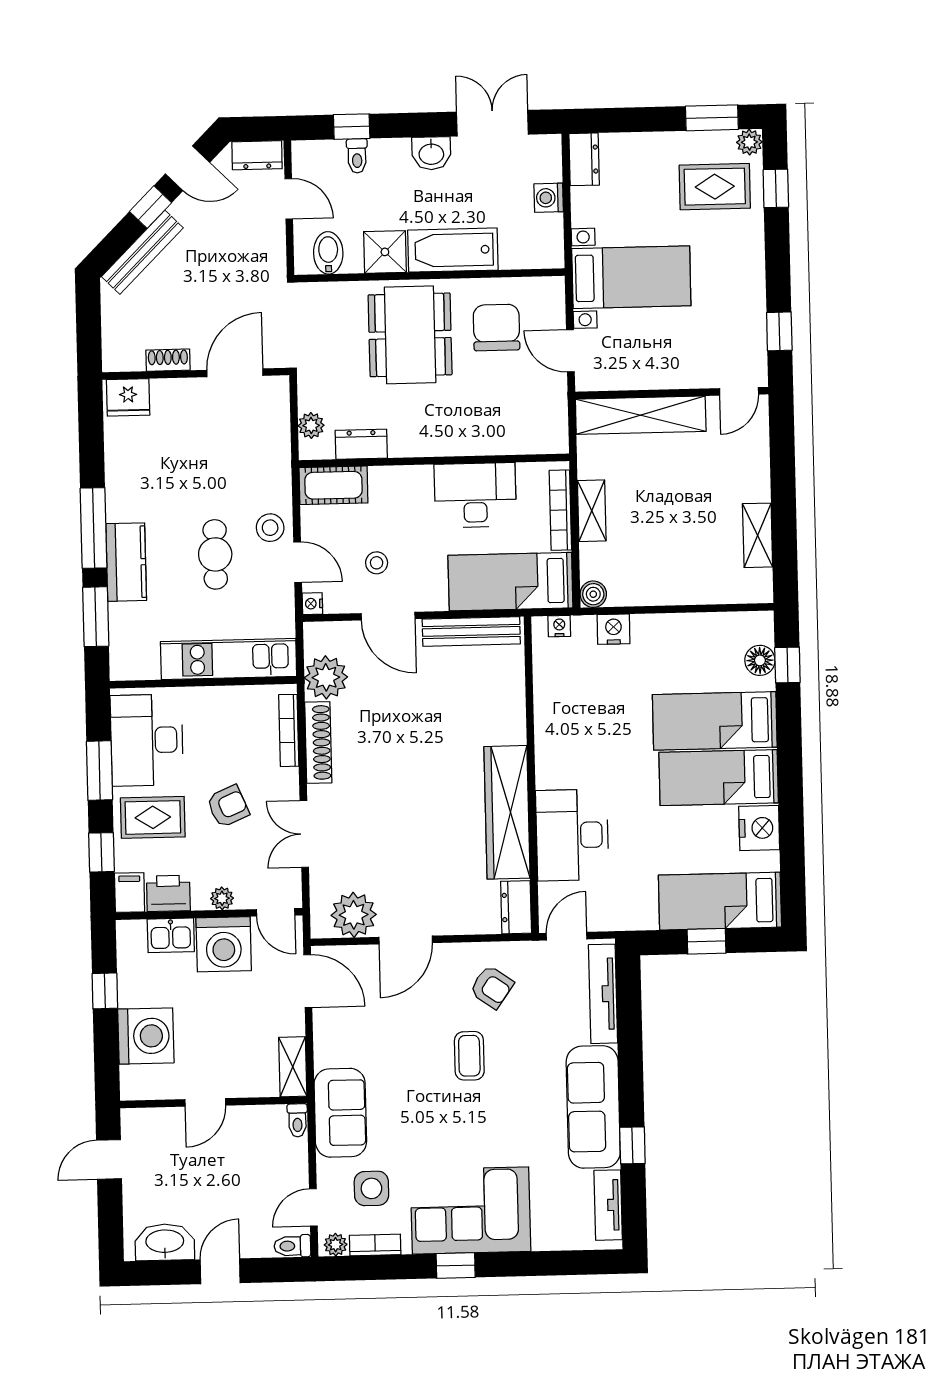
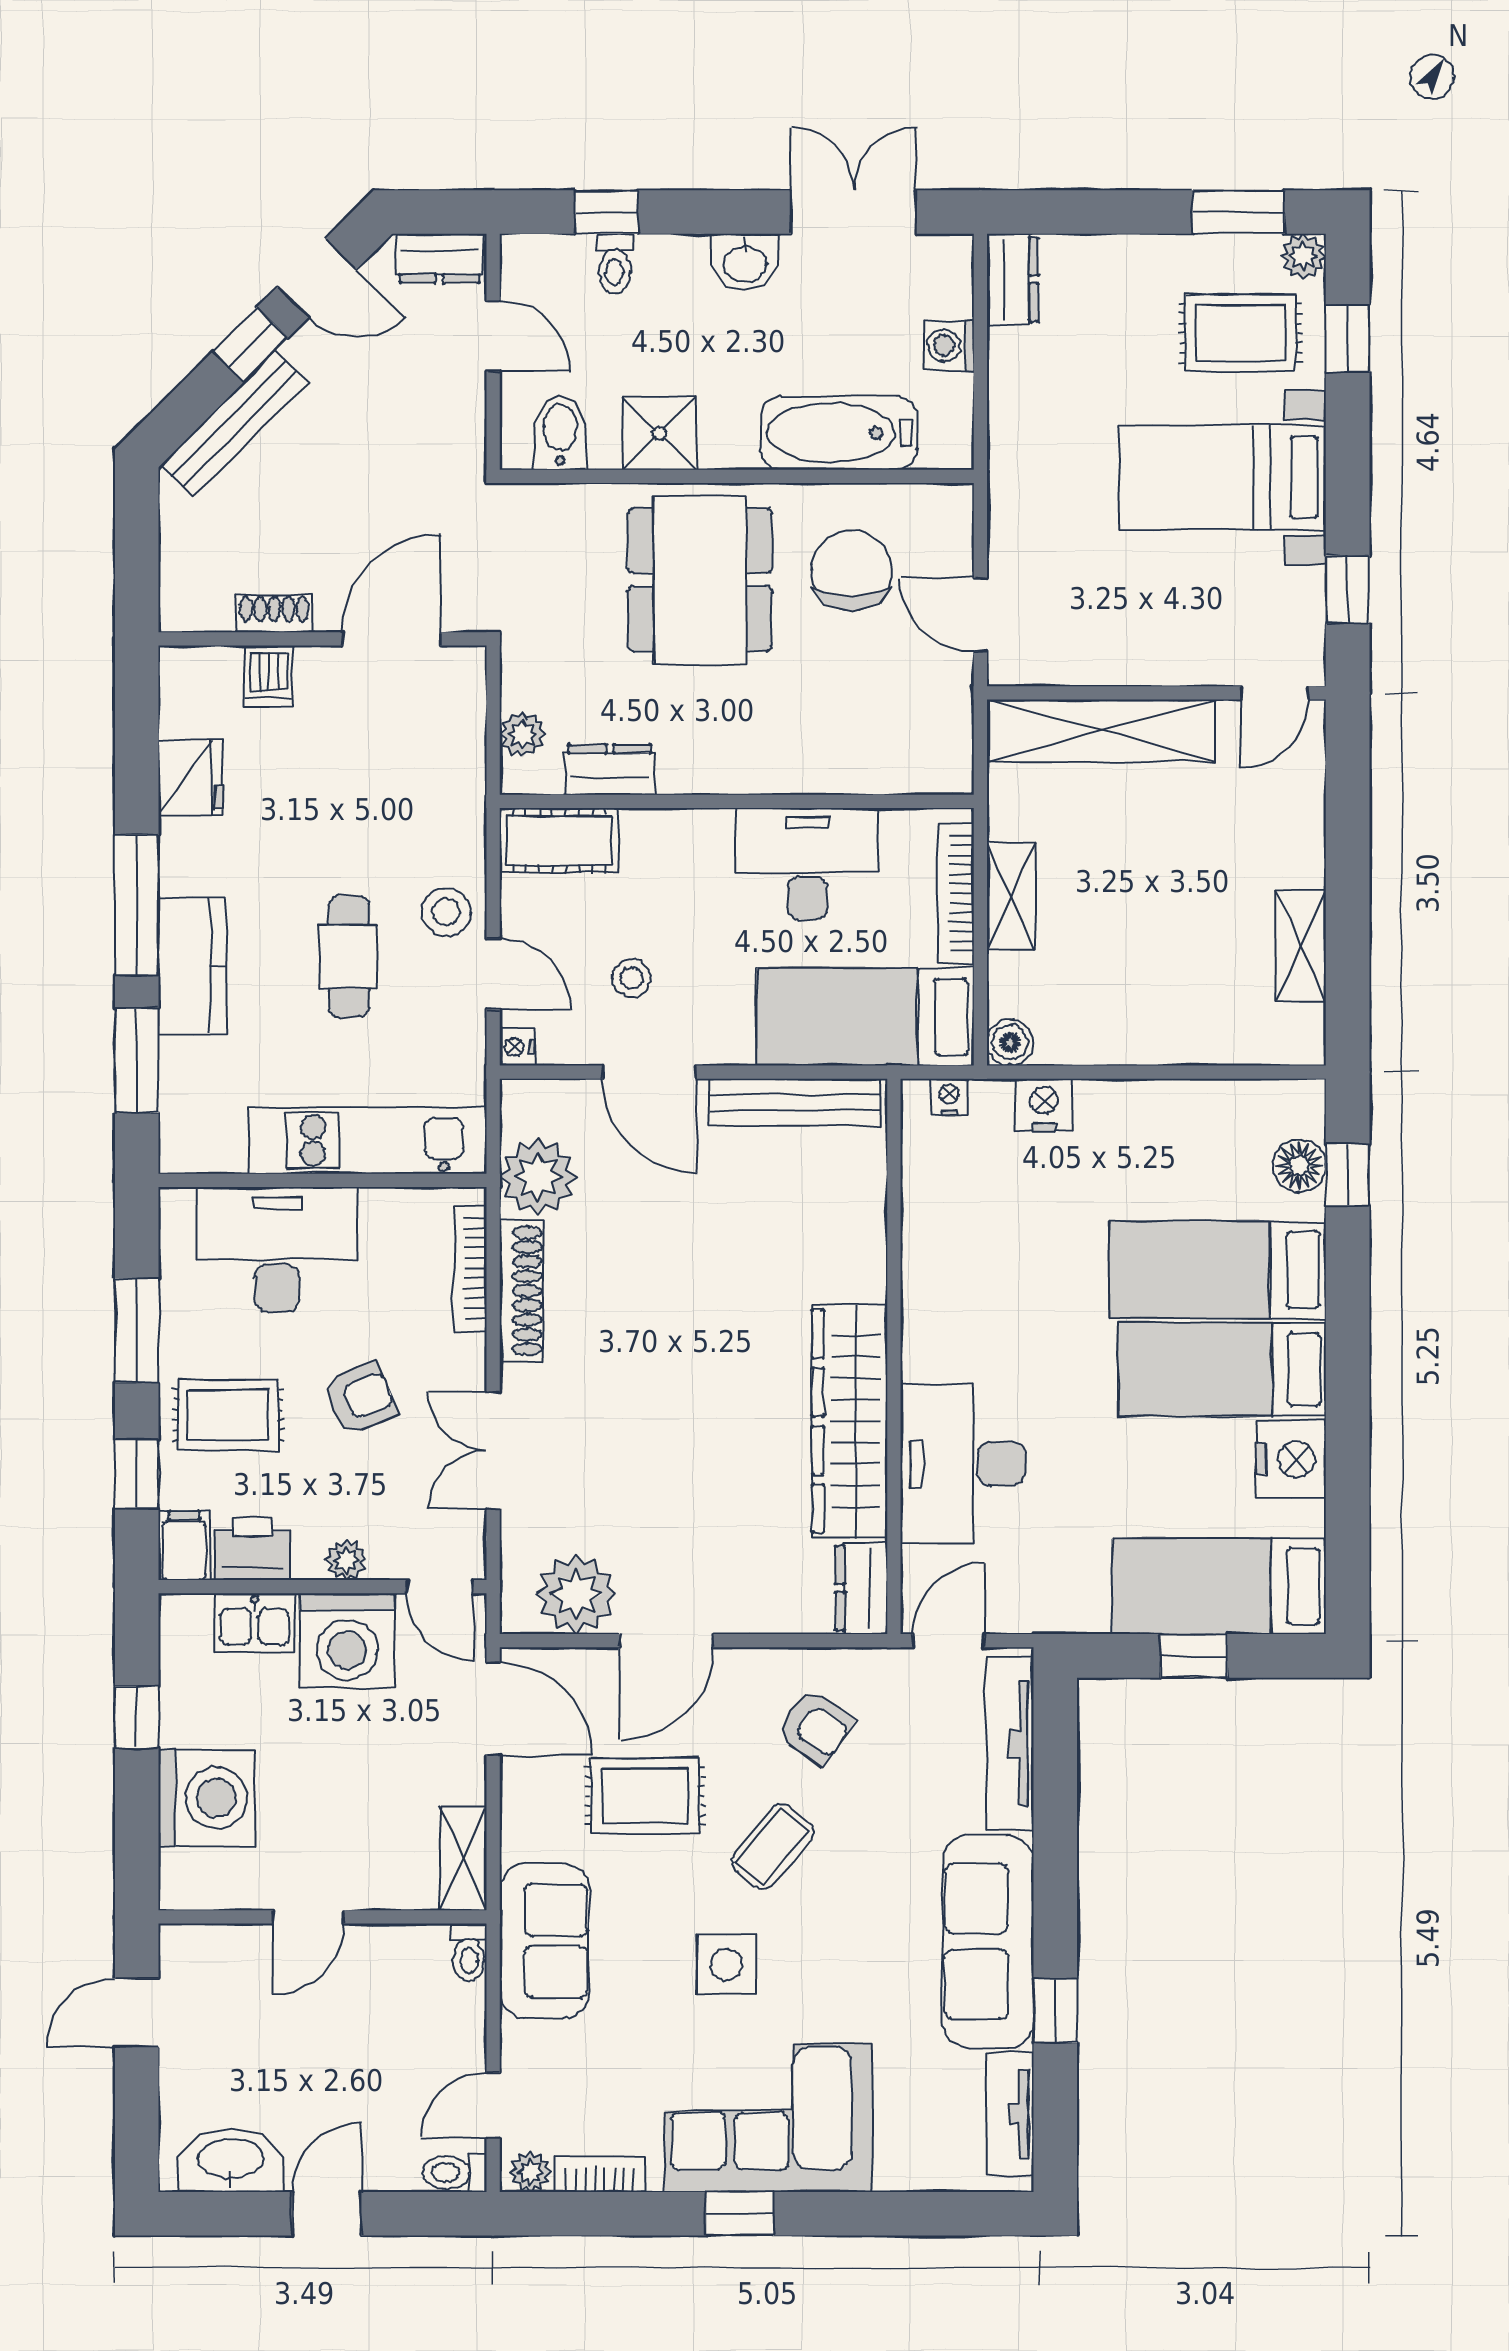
bathtub: (453, 250) -> (839, 433), moved
bed with nightstands: (631, 277) -> (1223, 478), moved, turned 180
dishwasher: (165, 396) -> (268, 676), added
fridge: (128, 397) -> (190, 778), moved, turned -90
desk: (147, 740) -> (277, 1249), moved, turned 90
rug: (396, 1029) -> (645, 1796), added
coffee table: (469, 1056) -> (773, 1846), turned 40
side table: (371, 1188) -> (727, 1965), moved

